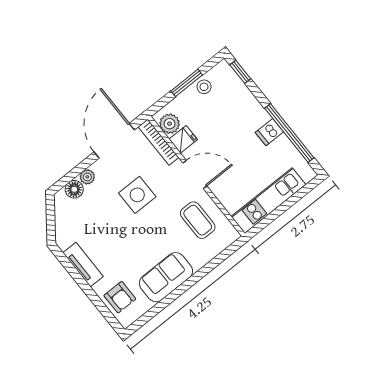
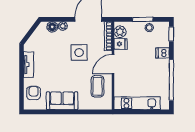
dishwasher: (269, 132) -> (163, 53), moved
door: (195, 174) -> (113, 64), swing flipped
armchair: (120, 297) -> (34, 93), turned 180

